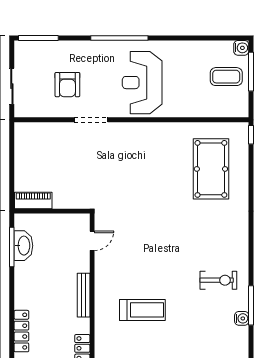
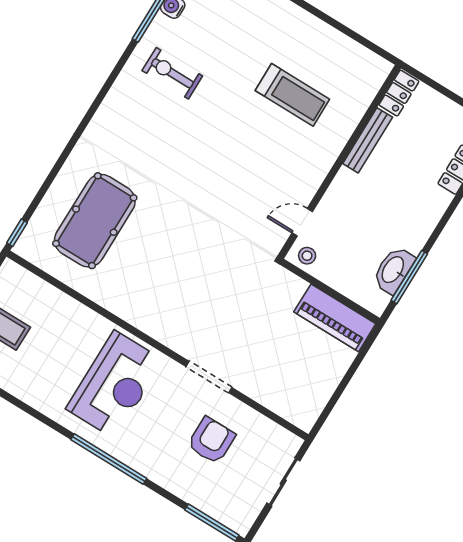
piano: (33, 200) -> (335, 318), width x1.37, depth x1.33
stool: (78, 223) -> (307, 256), added
bench: (84, 295) -> (368, 140), moved
treadmill: (142, 310) -> (292, 95), turned 180

